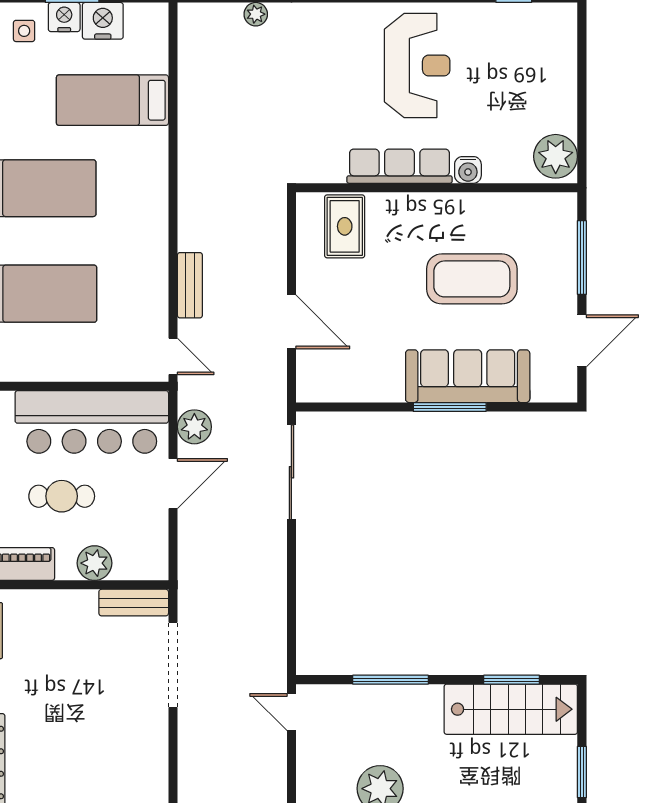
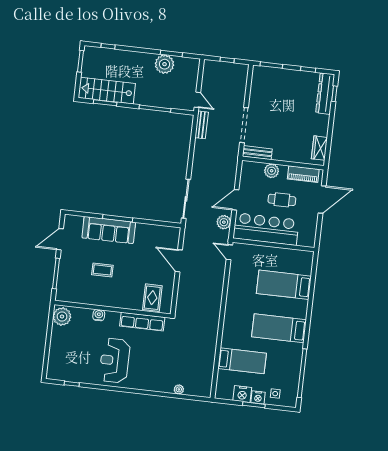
row of seats: (399, 166) -> (142, 322), moved
coffee table: (472, 279) -> (102, 270), width x0.54, depth x0.58
bench: (190, 285) -> (202, 125), moved

